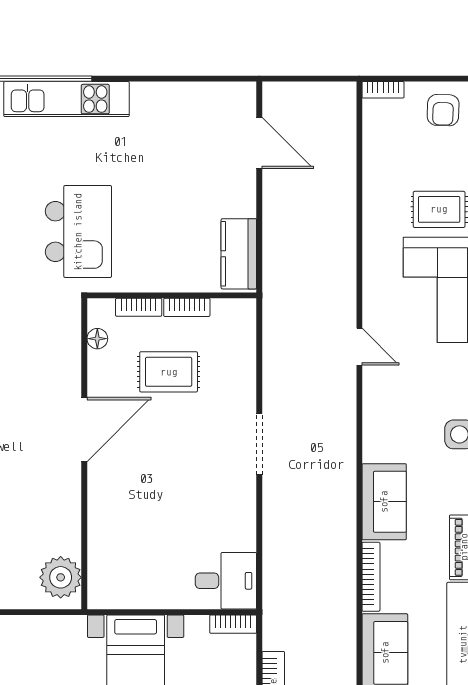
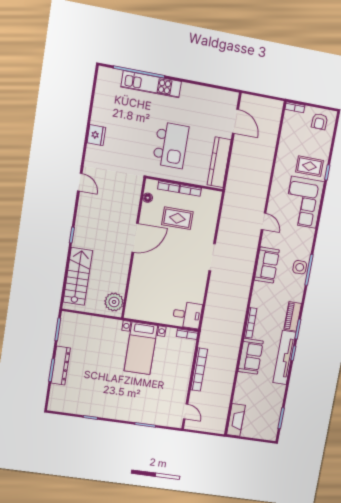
kitchen island: (78, 232) -> (171, 145), moved
kitchen counter: (239, 254) -> (219, 162), width x1.50
sofa: (384, 502) -> (267, 265), moved

